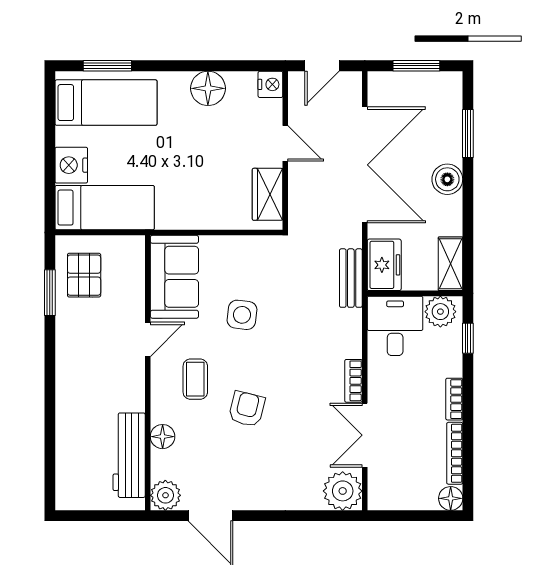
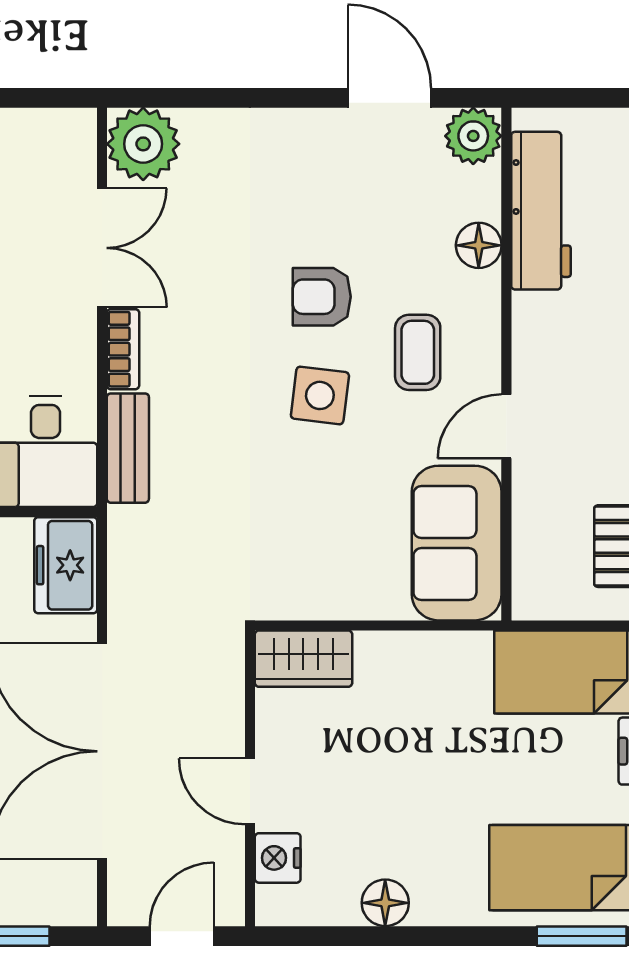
nightstand: (270, 84) -> (278, 858), moved
floor lamp: (208, 88) -> (385, 903), width x0.73, depth x0.73
wardrobe: (268, 194) -> (303, 659), moved, turned 90
bench: (351, 278) -> (128, 448), moved
side table: (242, 315) -> (320, 395), moved
armchair: (247, 409) -> (322, 297), turned 76

